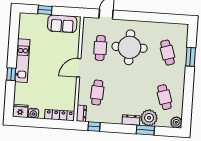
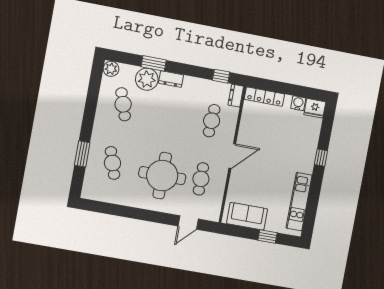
kitchen unit: (22, 61) -> (299, 202), moved

